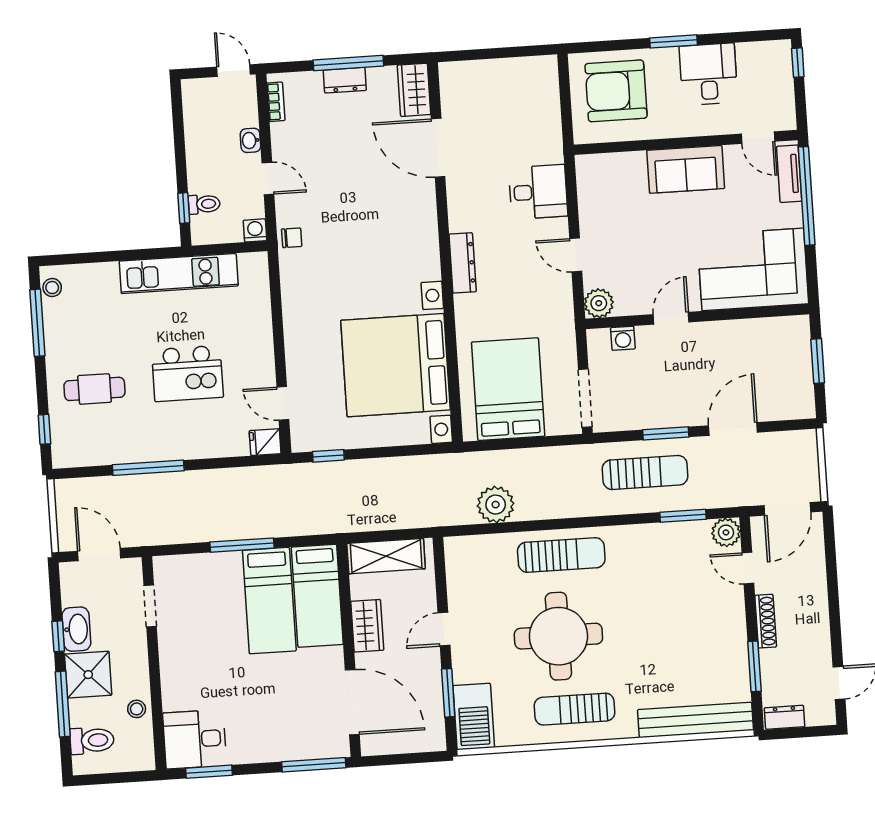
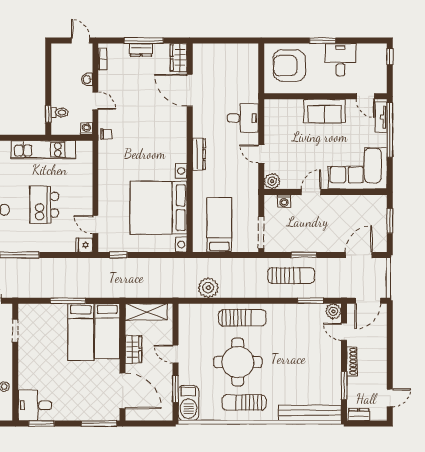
kitchen island: (187, 373) -> (44, 205), turned 90
bed: (508, 389) -> (219, 225), width x0.67
door: (733, 429) -> (359, 255), moved
door: (444, 629) -> (175, 354), hinge flipped

